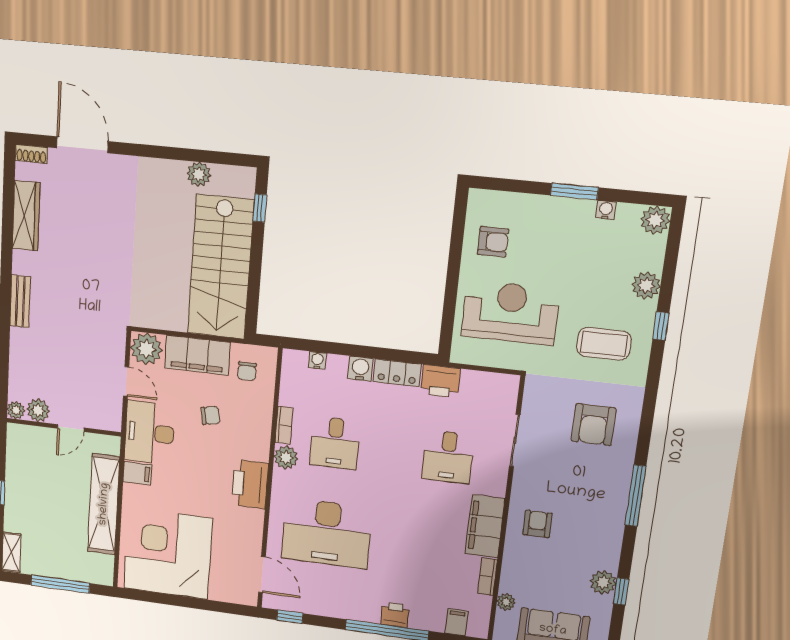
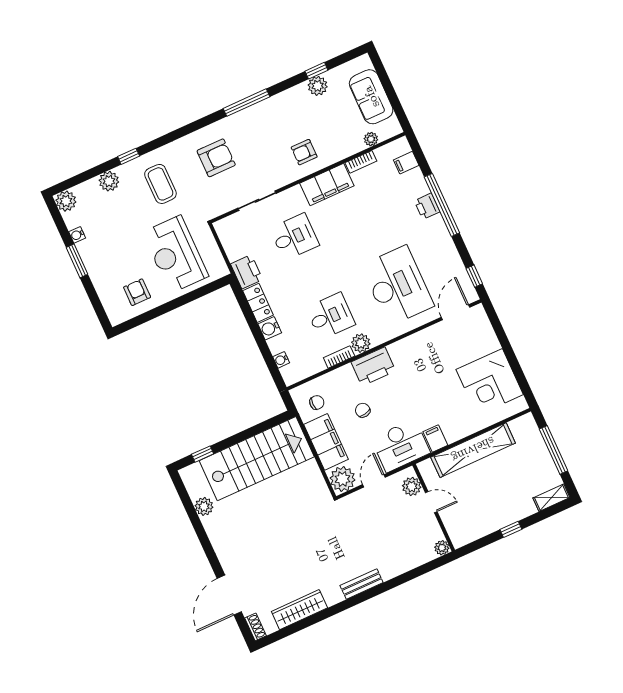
plant: (38, 410) -> (412, 486), moved
printer: (250, 484) -> (373, 366), moved
corner desk: (168, 554) -> (490, 382), width x0.74, depth x0.74

